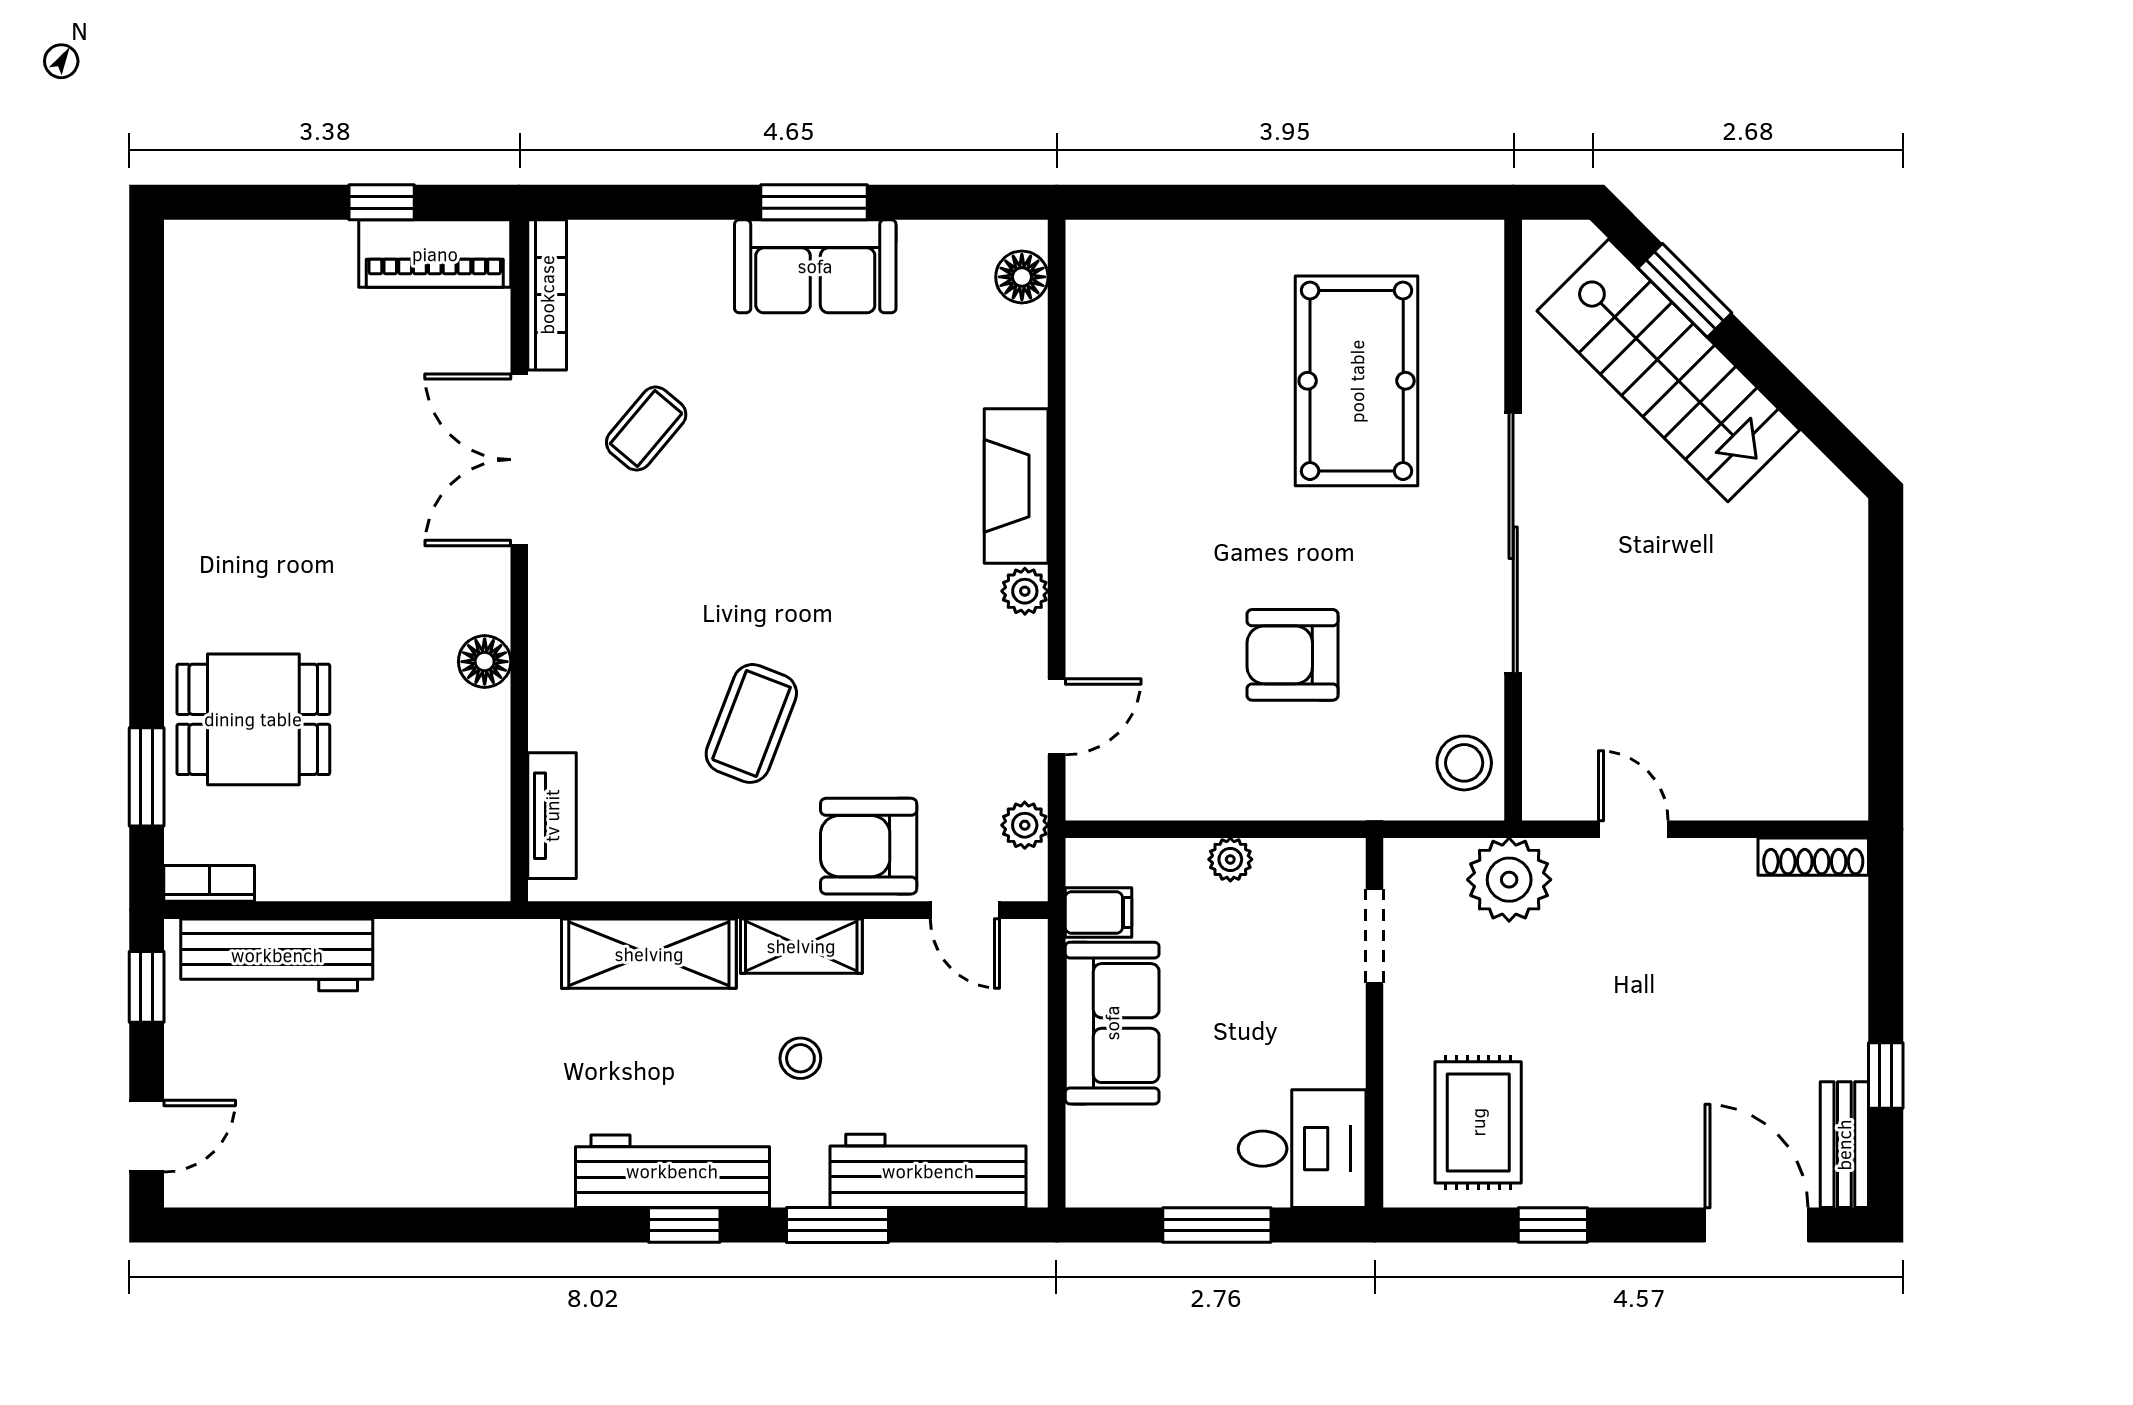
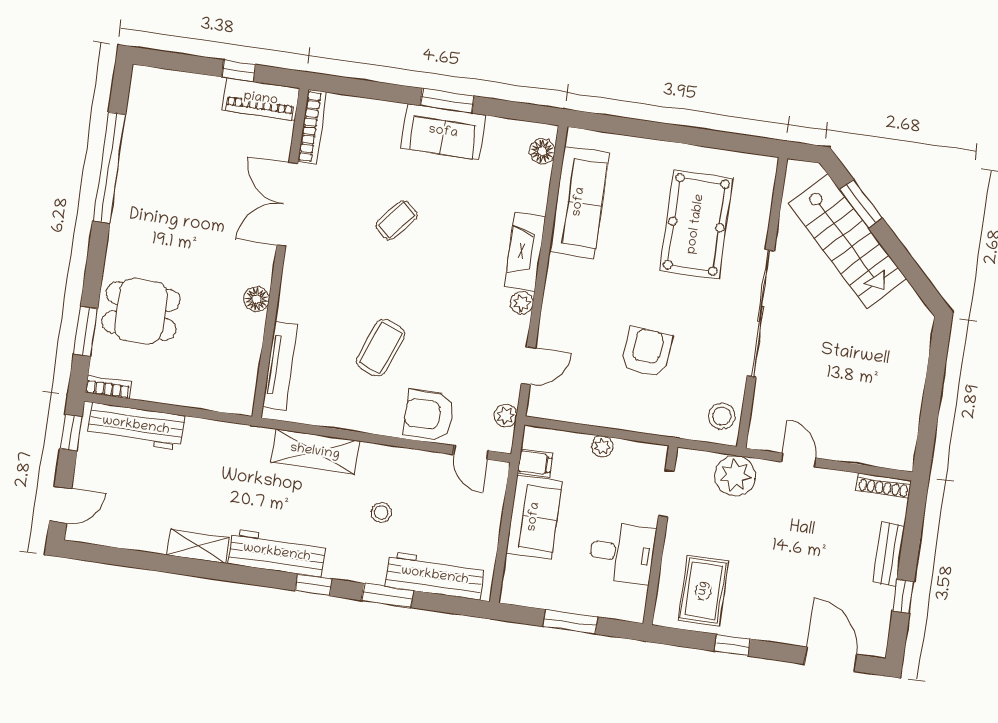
sofa: (1112, 370) -> (579, 202), added
coffee table: (646, 429) -> (397, 220), moved
window: (147, 437) -> (109, 168), added
armchair: (1292, 655) -> (646, 352), turned 95
tv unit: (552, 816) -> (280, 366), width x1.41
shelving: (801, 946) -> (198, 546), moved
bench: (1844, 1145) -> (889, 554), moved
desk: (1302, 1149) -> (622, 553), moved
workbench: (672, 1171) -> (277, 553), moved

